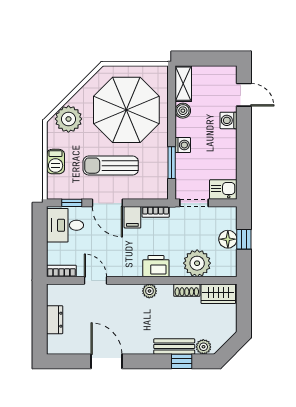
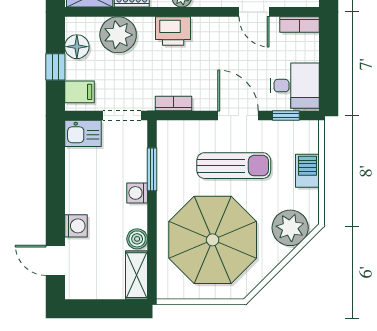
filing cabinet: (132, 217) -> (79, 92), moved, turned 90
floor lamp: (228, 239) -> (77, 47), moved

